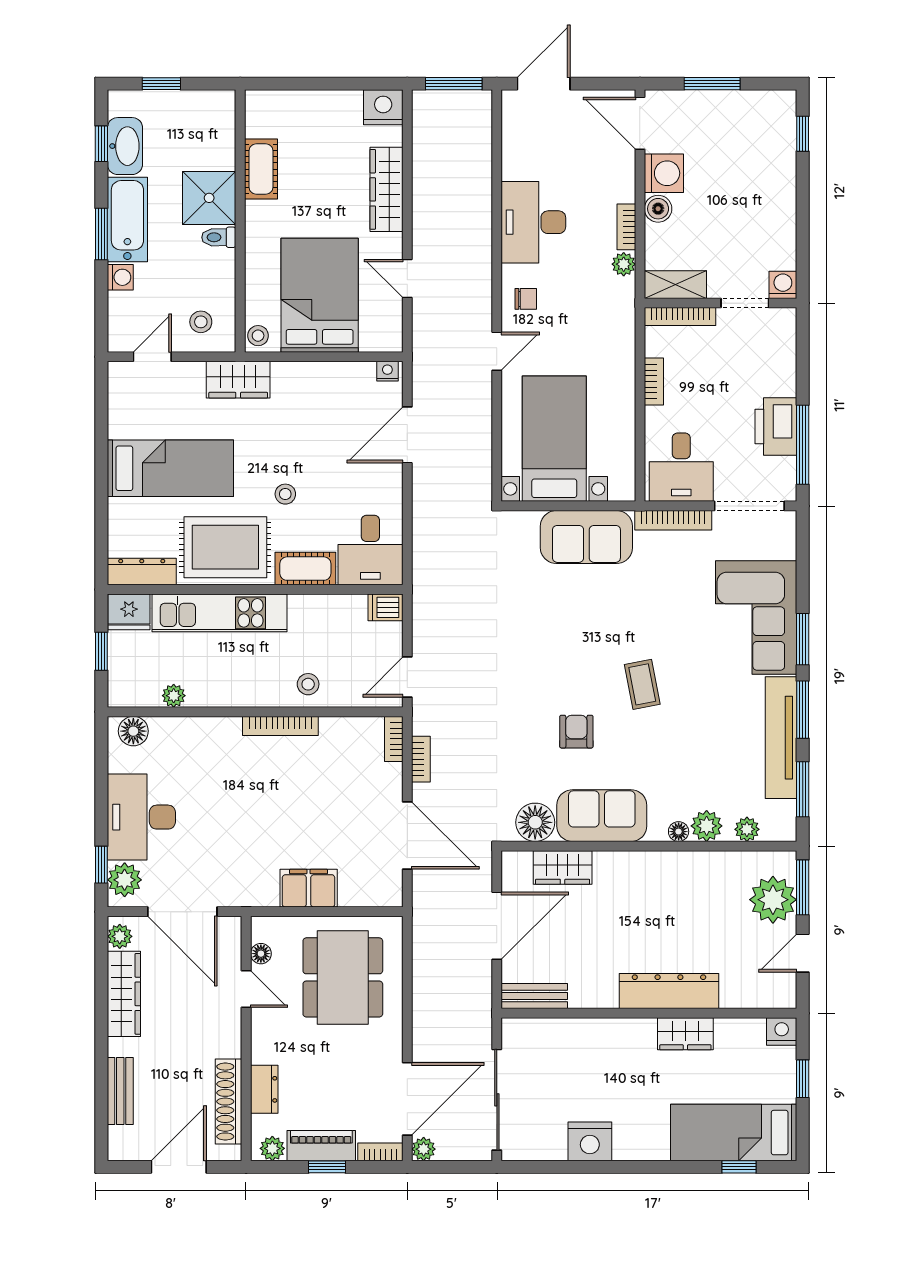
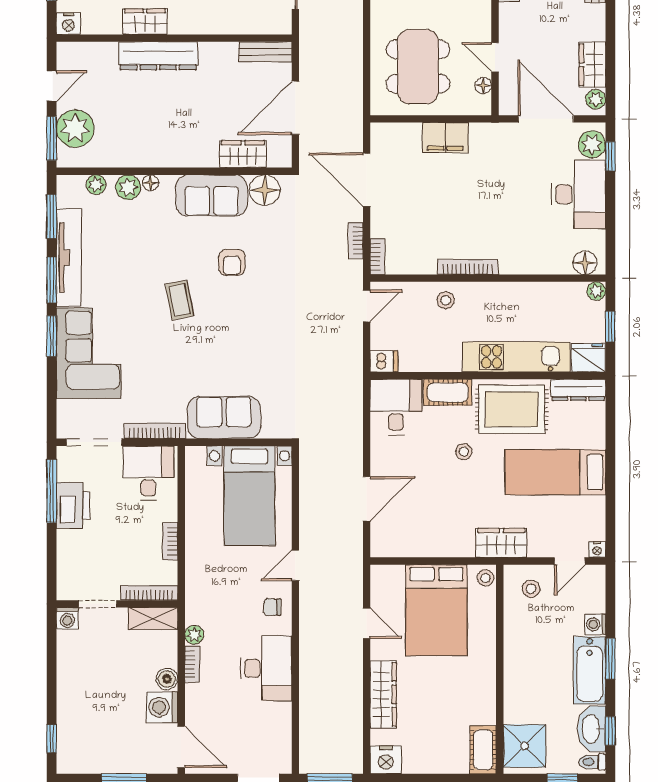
cot: (261, 169) -> (483, 750), moved
shower: (209, 198) -> (524, 746), moved
toilet: (219, 237) -> (592, 762), moved, turned 180
nightstand: (387, 371) -> (597, 550), moved
plant: (174, 696) -> (596, 291), moved
wardrobe: (124, 994) -> (592, 65), width x0.67

